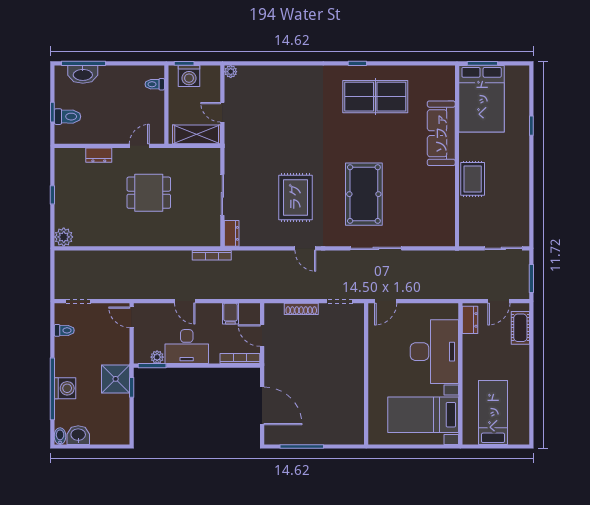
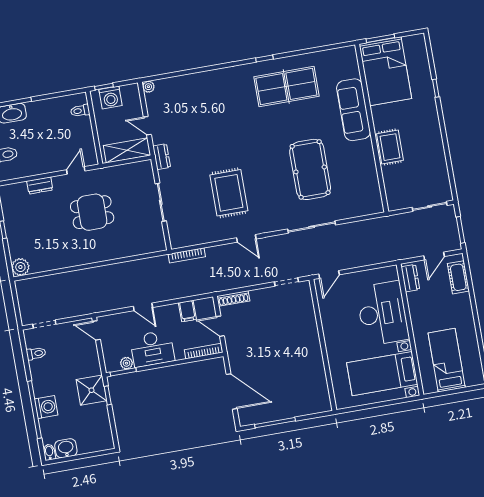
pool table: (364, 194) -> (310, 169), moved
dresser: (232, 233) -> (162, 157), moved
bookcase: (212, 255) -> (187, 255), moved
shoe rack: (301, 309) -> (233, 298), moved

